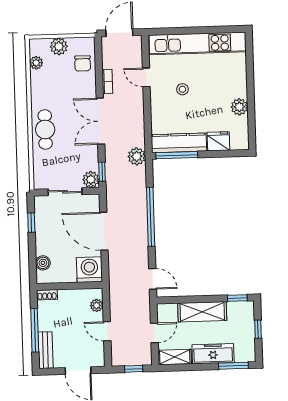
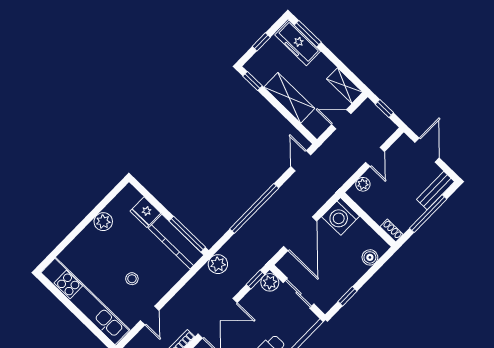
freezer: (213, 354) -> (298, 43), moved

